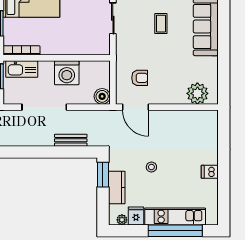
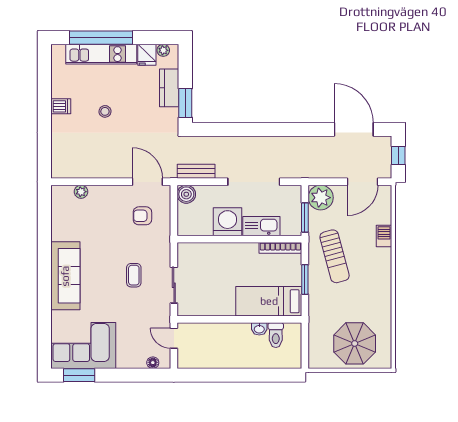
coffee table: (161, 24) -> (134, 275), moved
kitchen sink: (22, 69) -> (261, 226), moved
plant: (197, 93) -> (81, 192), width x0.53, depth x0.53
bench: (71, 140) -> (196, 171), moved
stool: (151, 167) -> (105, 111), moved

